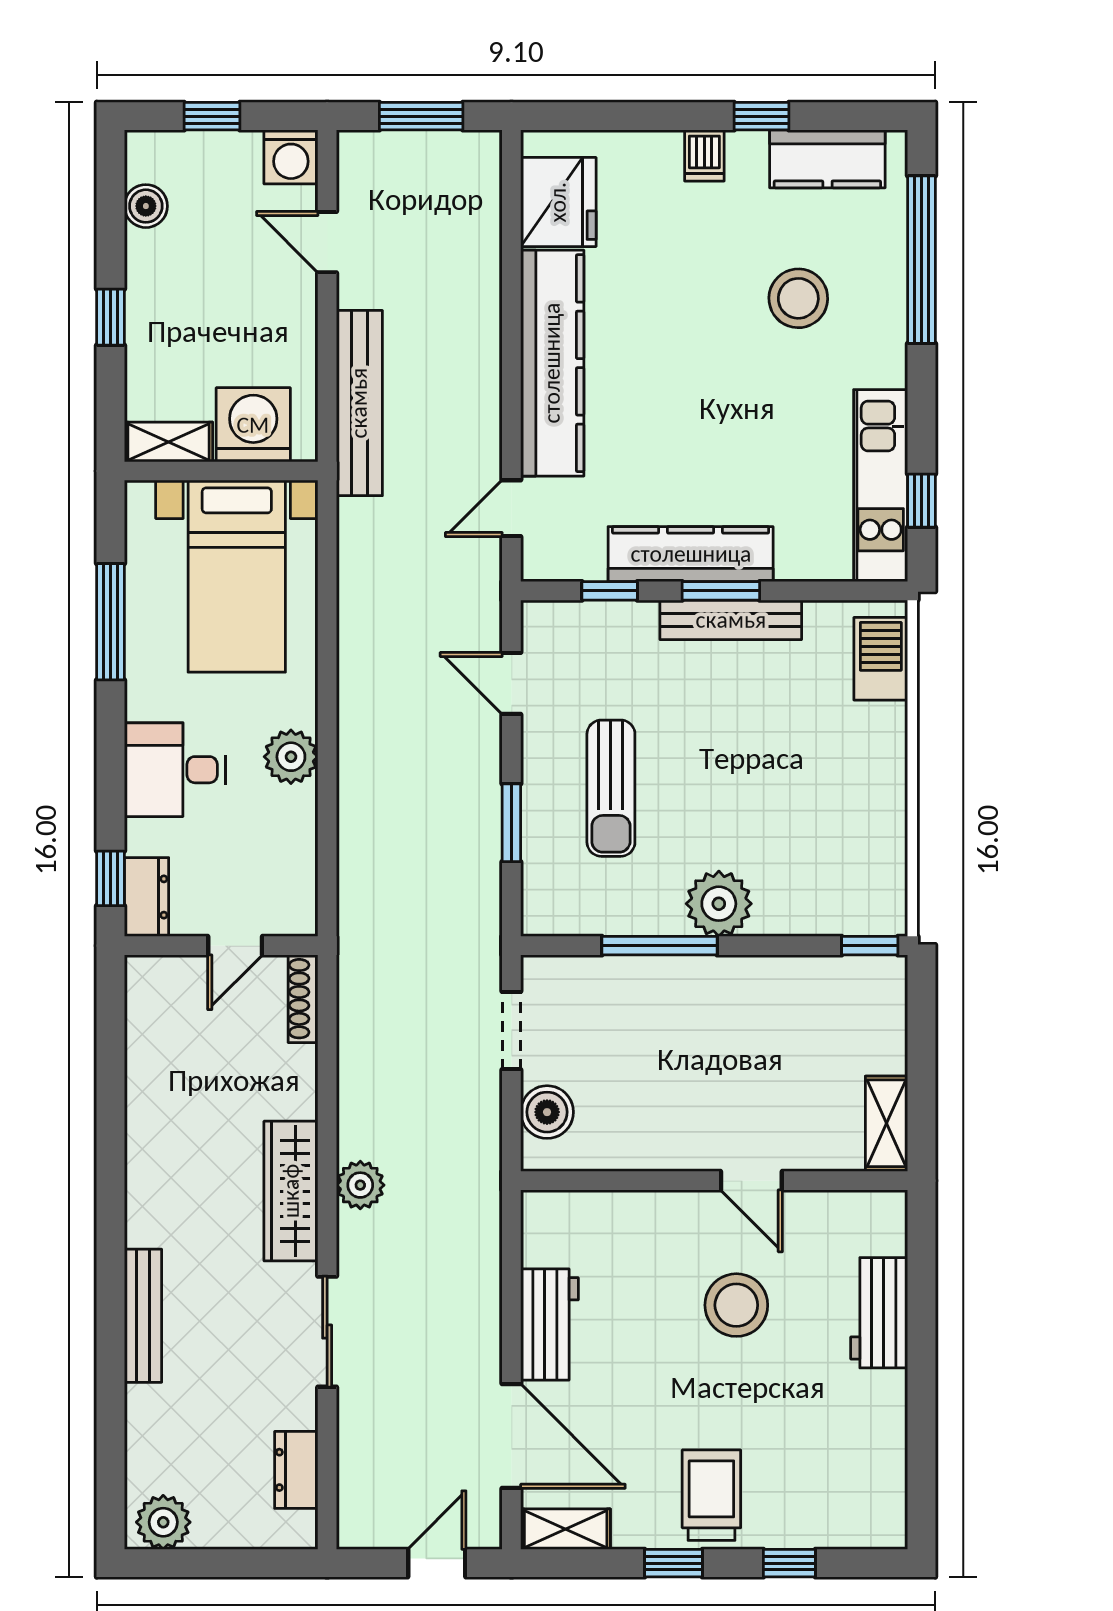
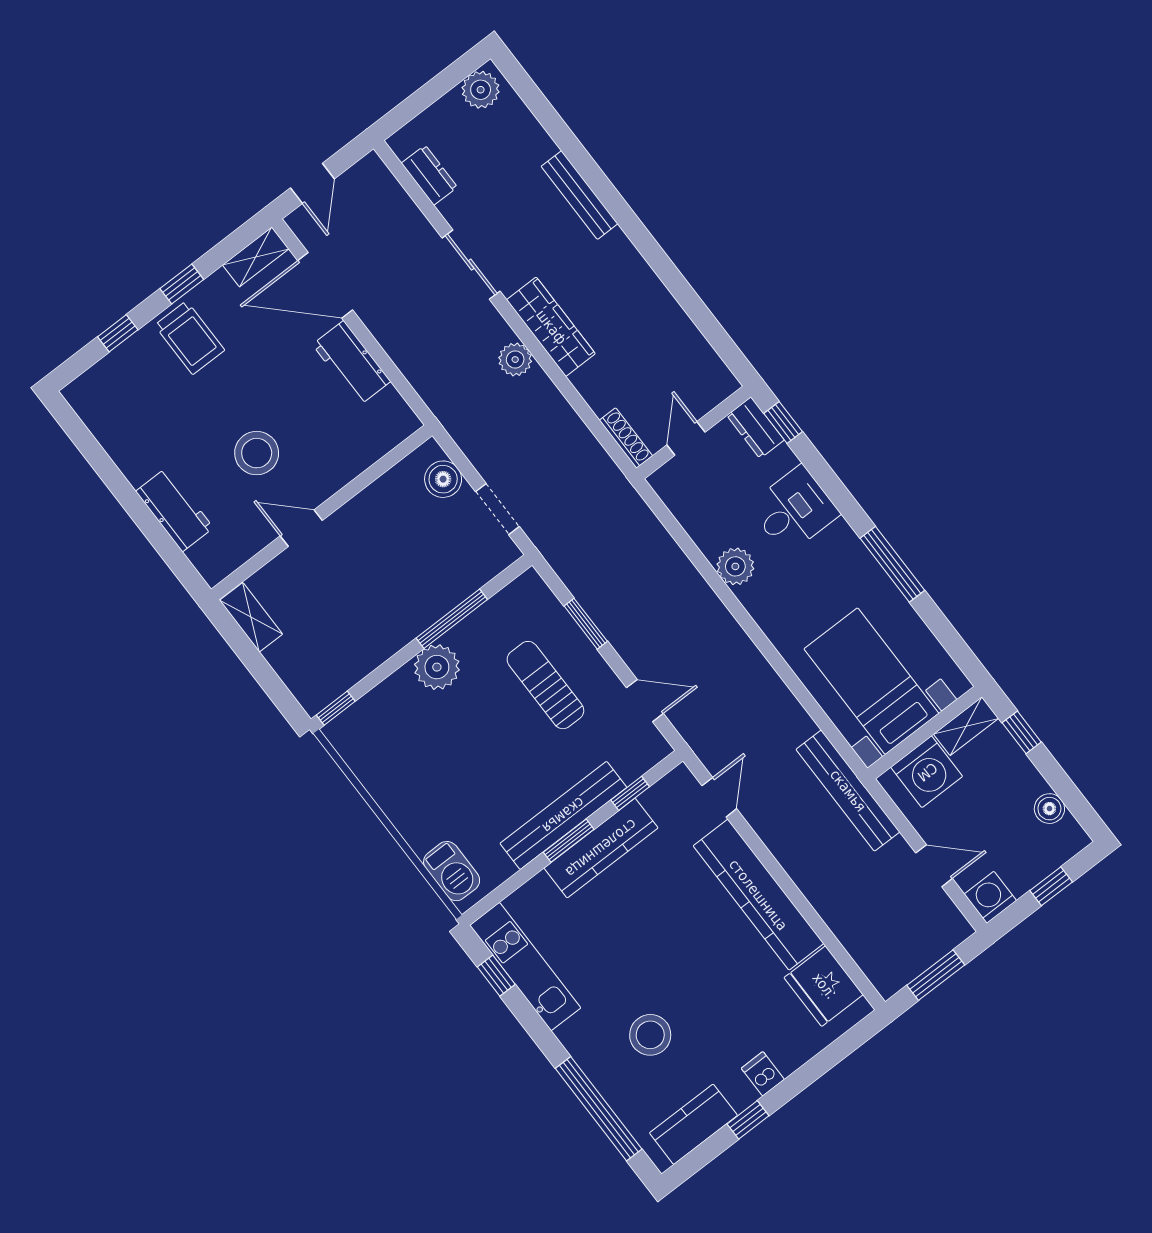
washing machine: (253, 425) -> (927, 772), moved
shelving: (168, 442) -> (966, 726), moved
wall: (221, 471) -> (925, 733), moved
bed with nightstands: (237, 576) -> (871, 681), moved
bench: (731, 620) -> (563, 815), width x1.37, depth x1.21

